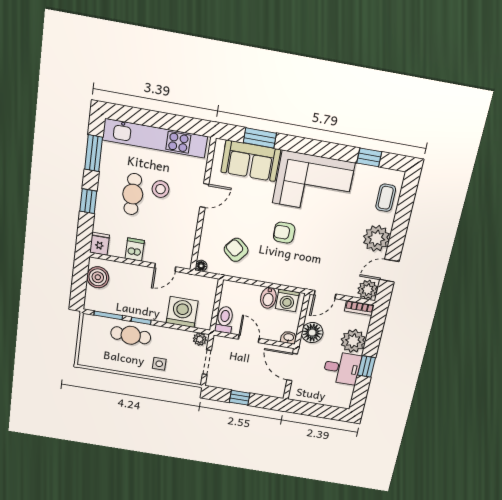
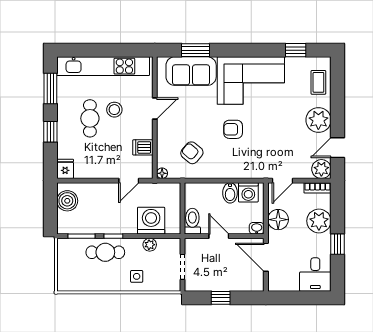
dishwasher: (135, 249) -> (143, 147), moved, turned -90
plant: (200, 339) -> (150, 245), moved
desk: (342, 368) -> (315, 275), moved, turned 90

